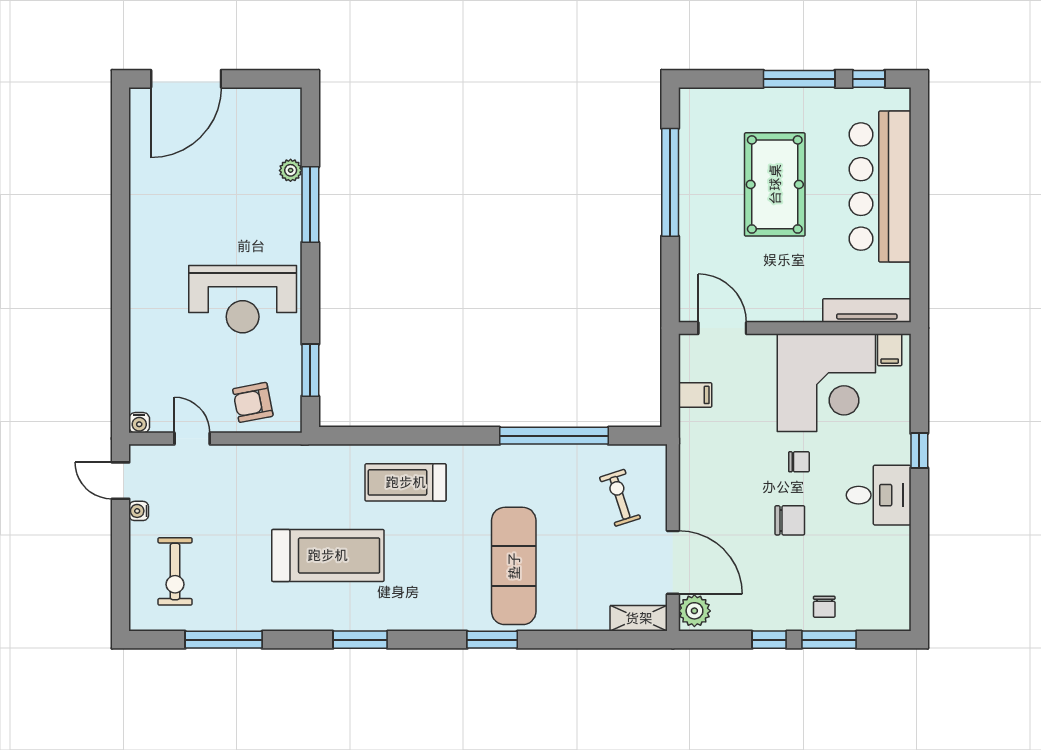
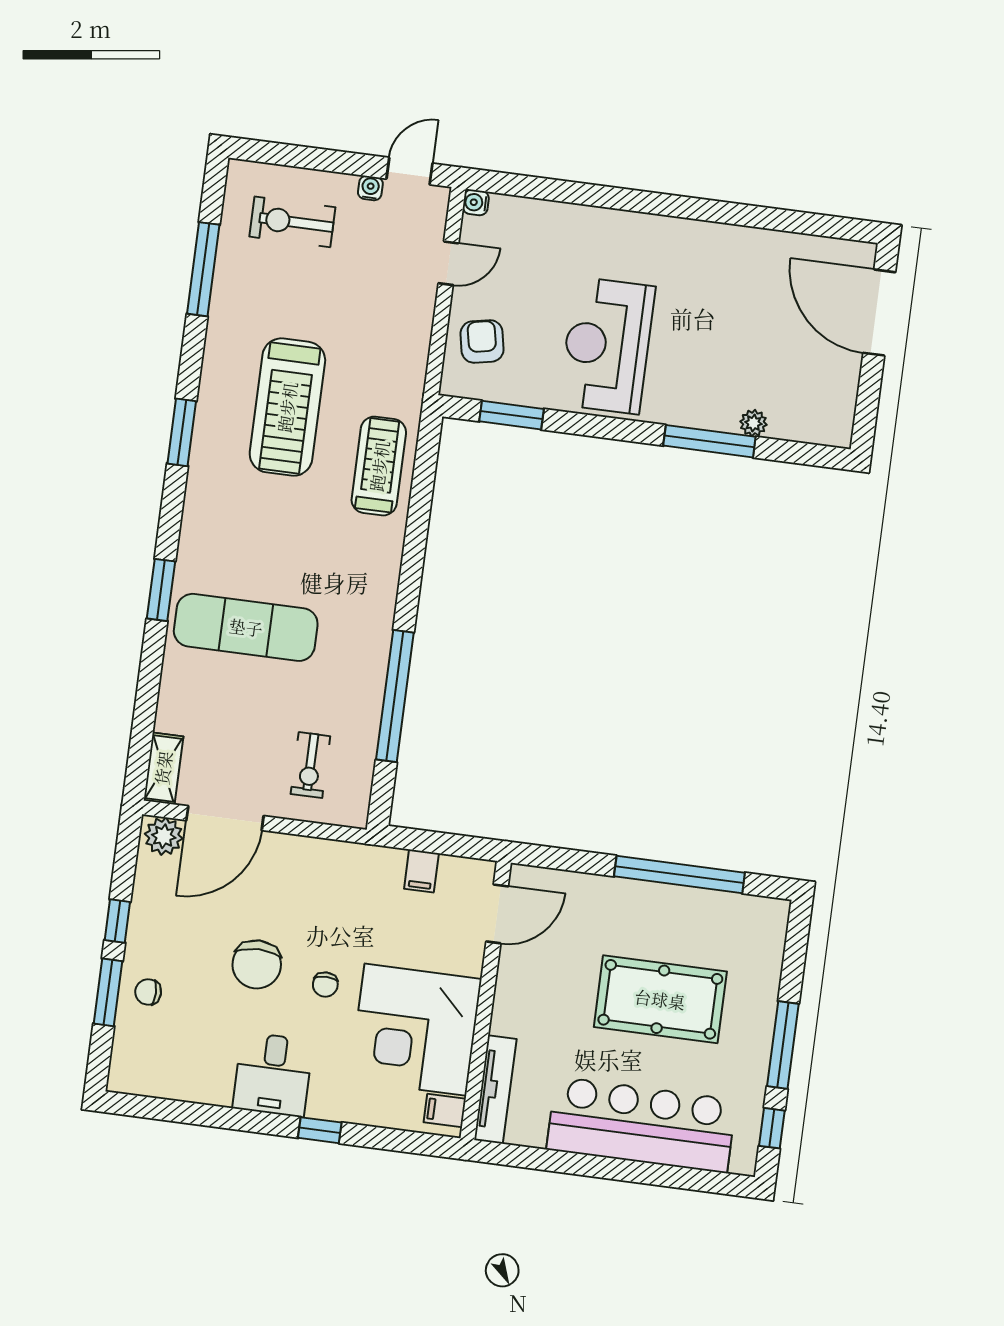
treadmill: (406, 482) -> (379, 466), moved
exercise bike: (620, 498) -> (310, 765), turned 108
chair: (790, 520) -> (257, 964), width x1.37, depth x1.37

